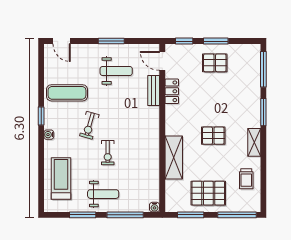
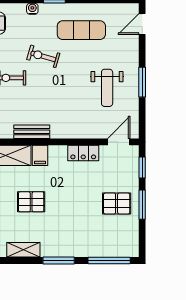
pallet: (215, 63) -> (117, 204), turned 90
bench: (154, 91) -> (32, 132), moved
exercise mat: (67, 93) -> (81, 30), turned 90
filing cabinet: (174, 128) -> (40, 155), added
pallet: (213, 136) -> (31, 202), turned 90

